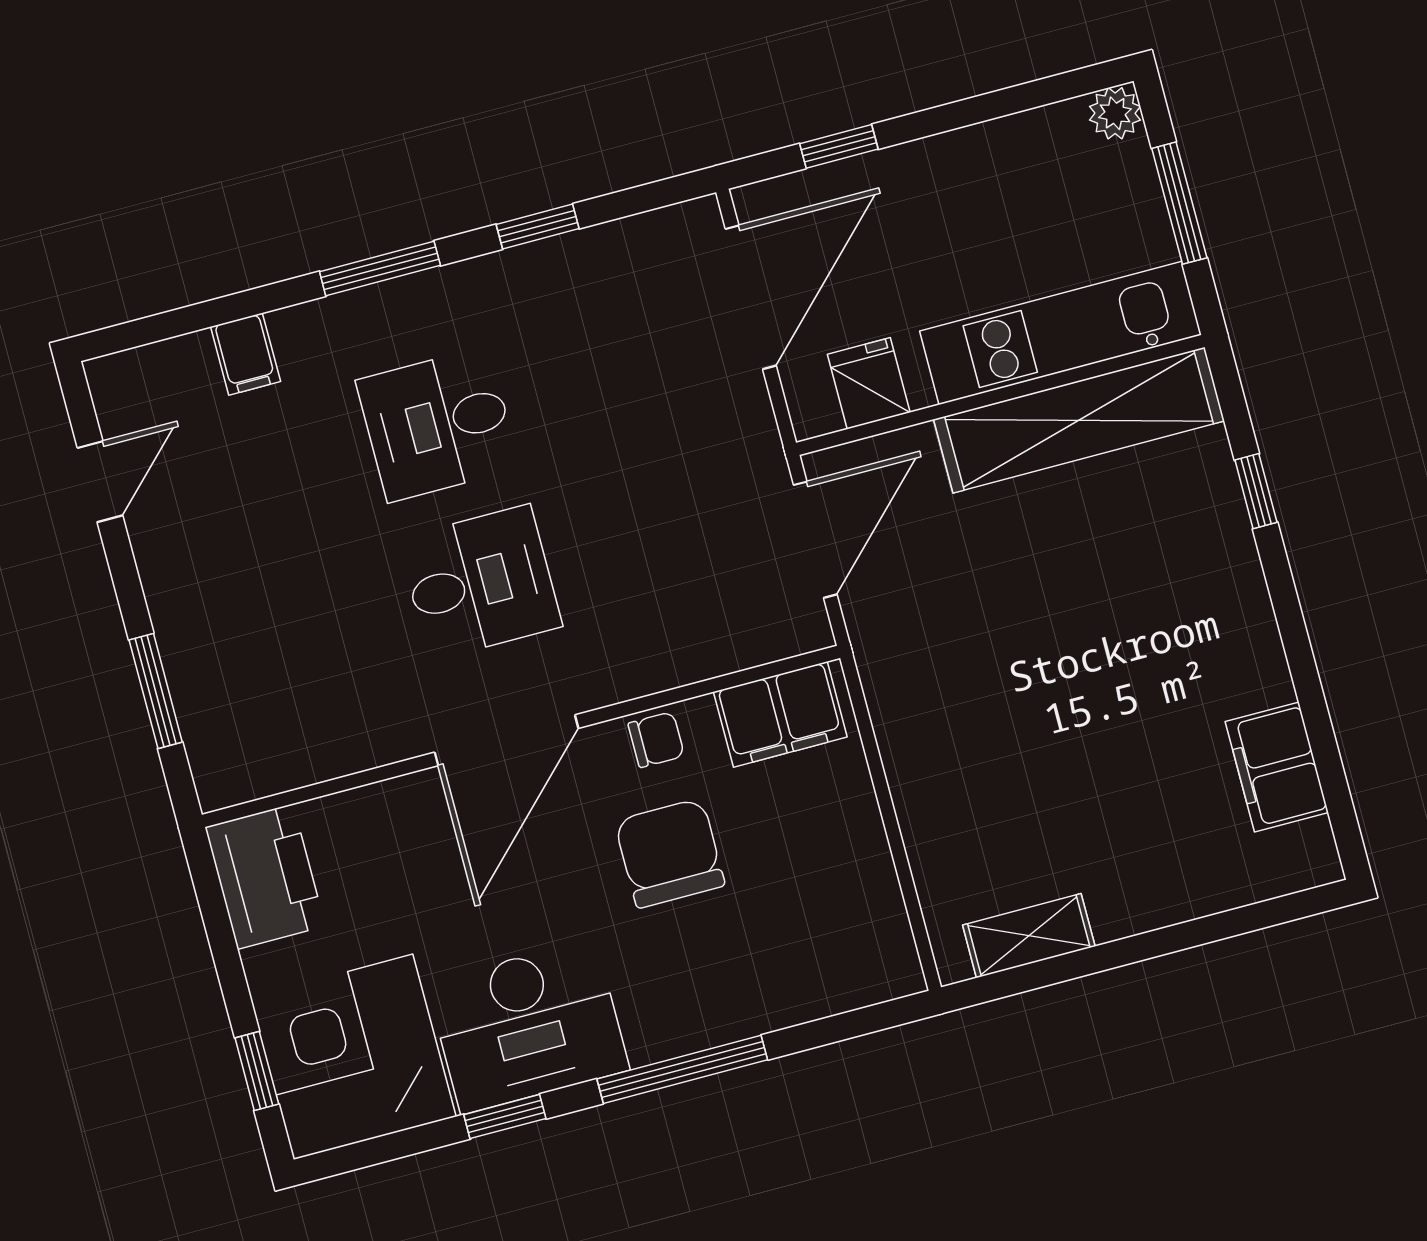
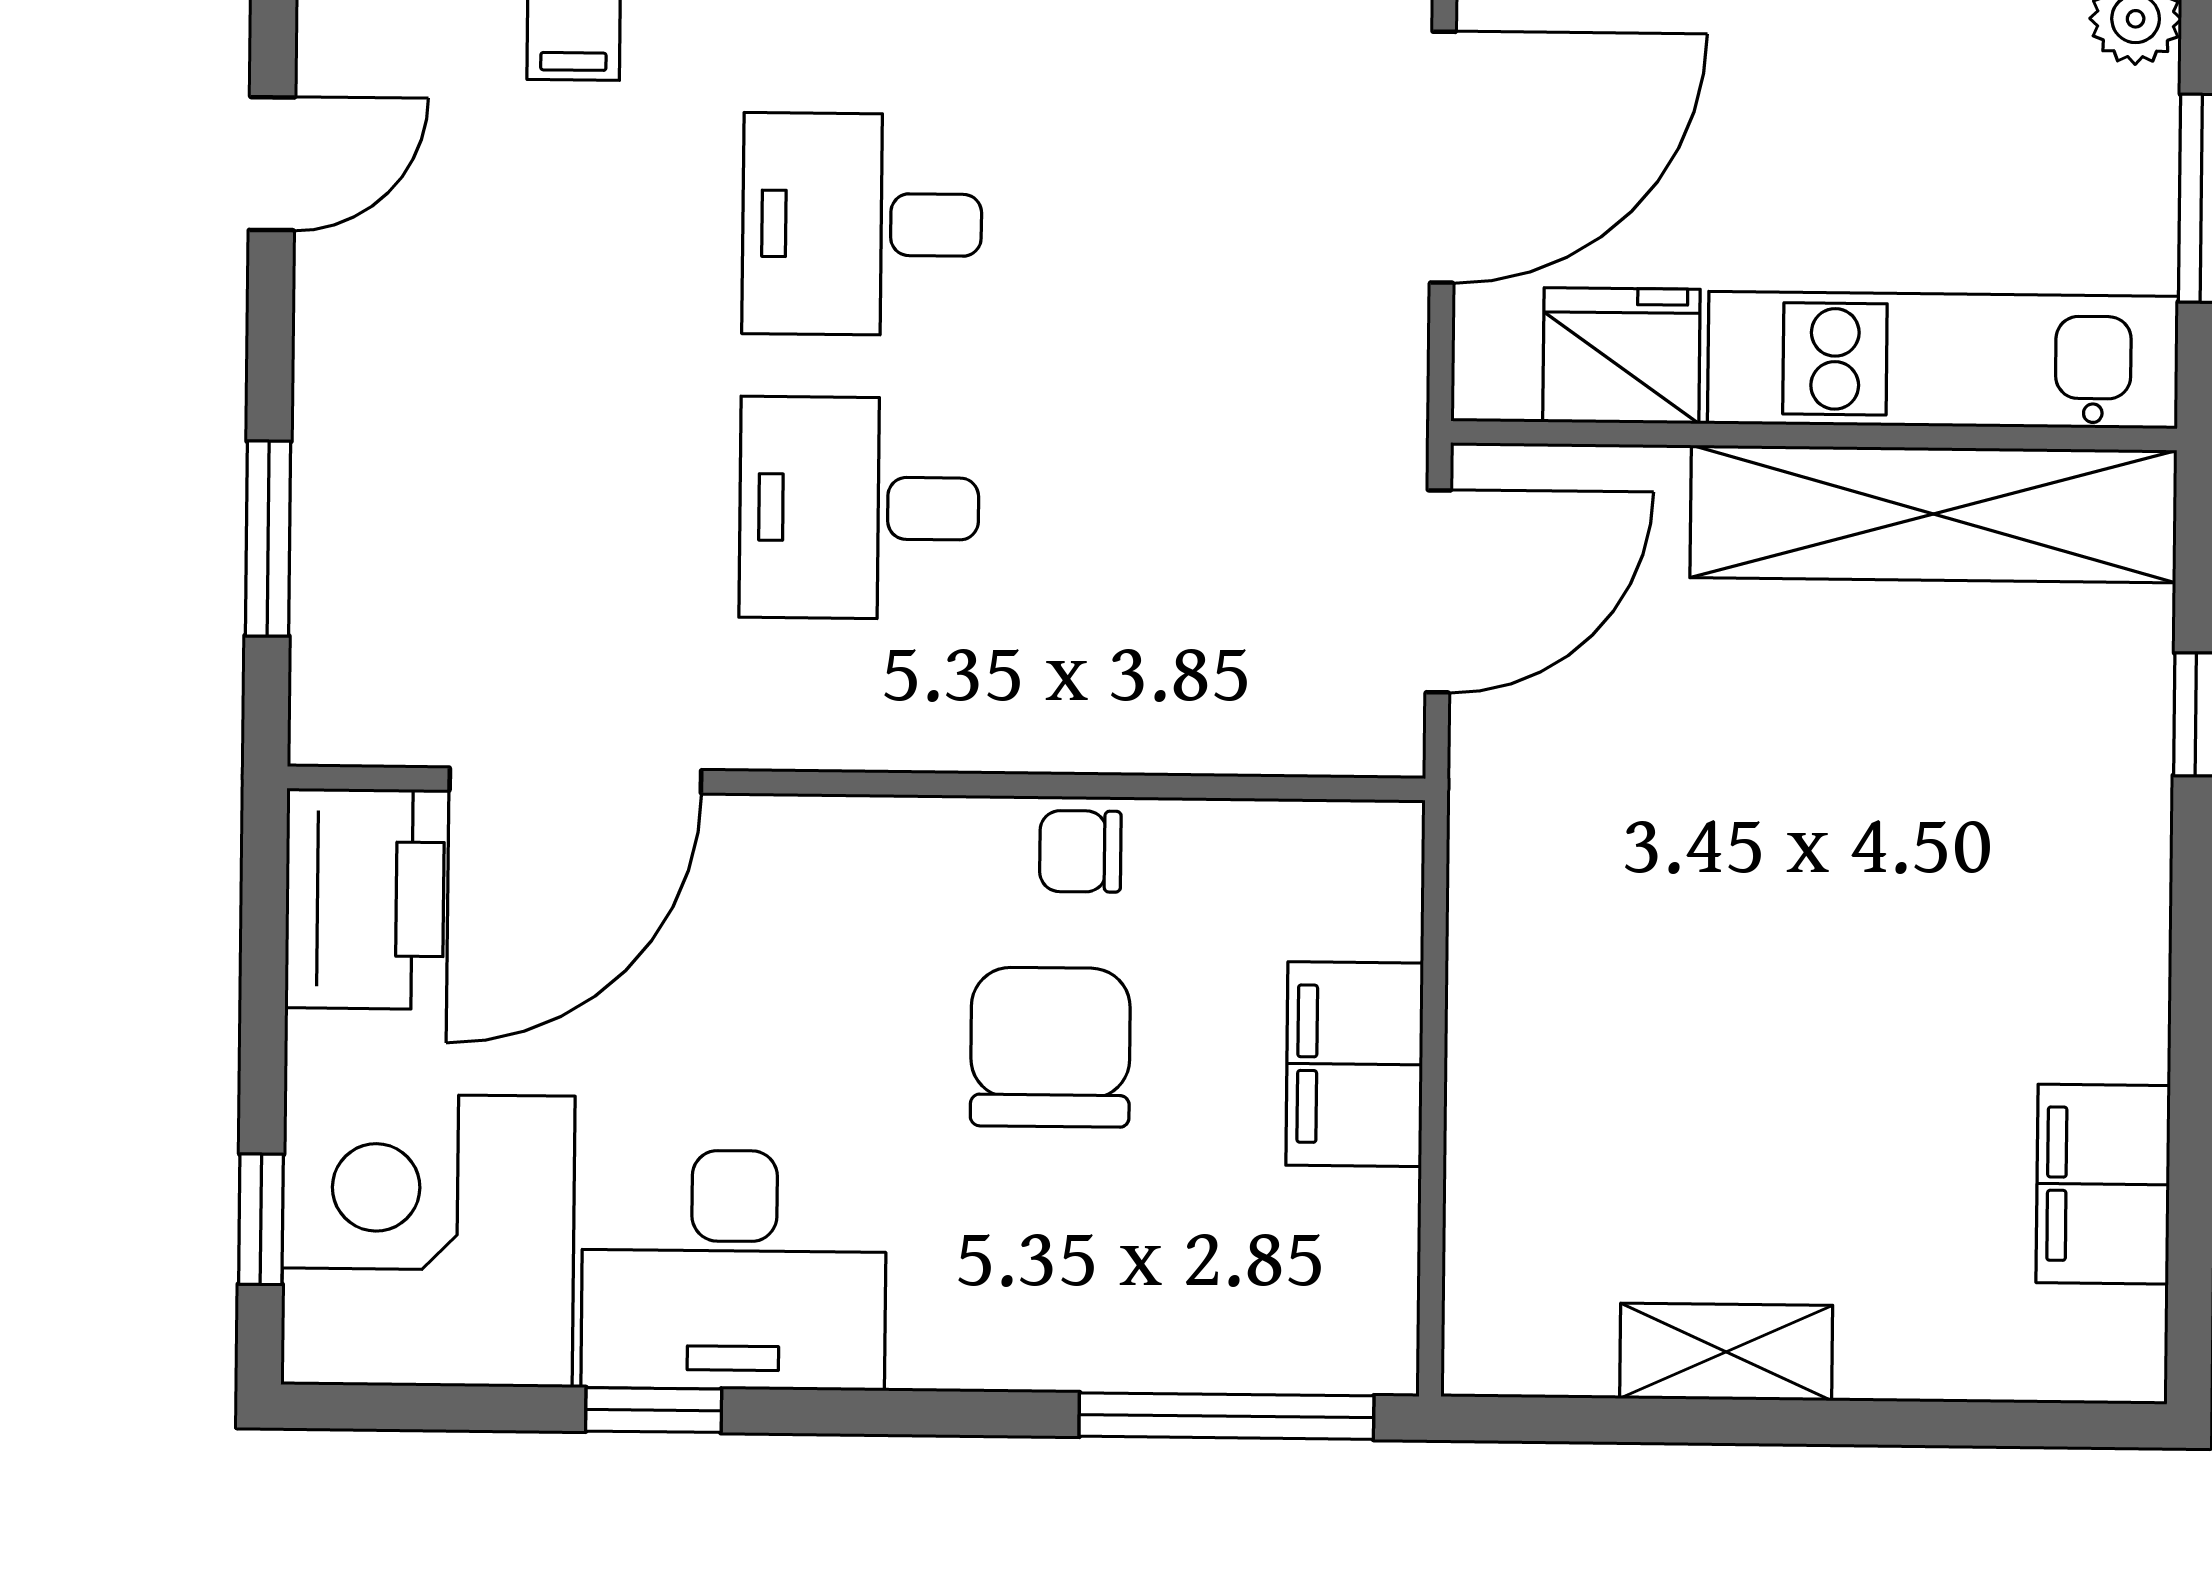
fridge: (869, 383) -> (1621, 356), width x1.38
desk: (480, 583) -> (859, 508), turned 180
filing cabinet: (780, 714) -> (1355, 1064), moved, turned 90
door: (507, 740) -> (575, 780), moved
chair: (656, 740) -> (1080, 851), turned 180
shelving: (1029, 936) -> (1726, 1352), moved
window: (682, 1069) -> (1226, 1416), moved

